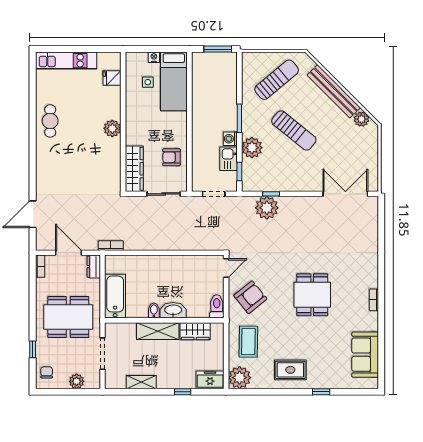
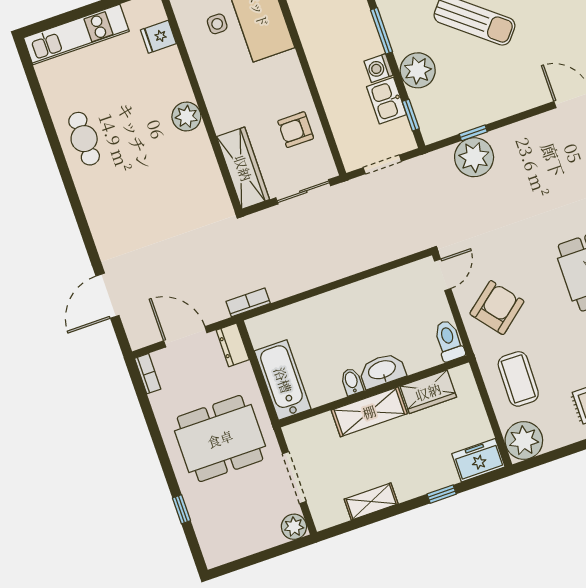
chair: (47, 372) -> (216, 538), removed
plant: (77, 381) -> (294, 527), moved

